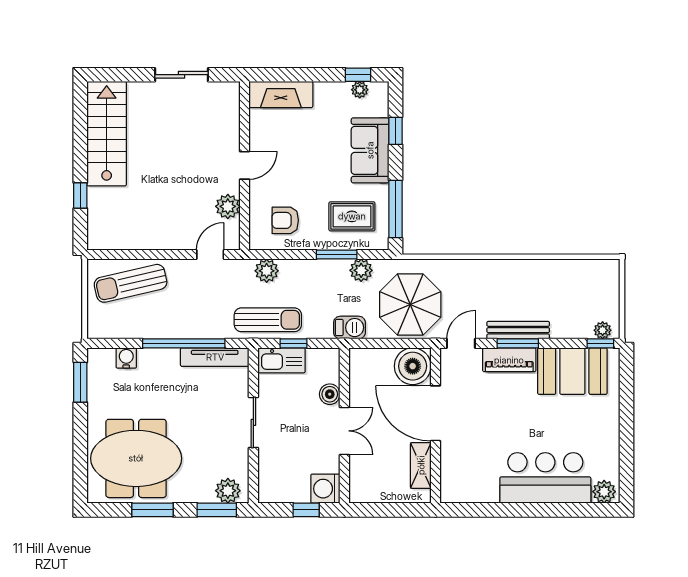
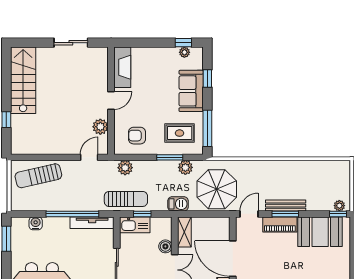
fireplace: (281, 94) -> (122, 67), moved, turned -90
boiler: (413, 366) -> (218, 229), removed
shelving: (360, 372) -> (184, 232), added

